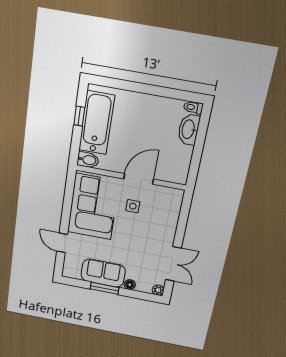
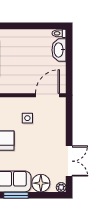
door: (139, 179) -> (47, 95), moved
floor lamp: (130, 285) -> (41, 183), width x1.89, depth x1.89

